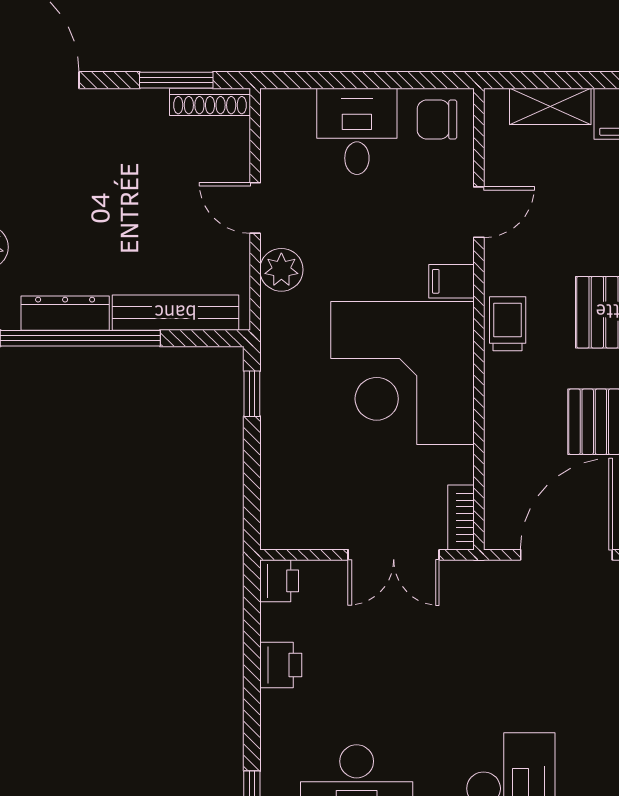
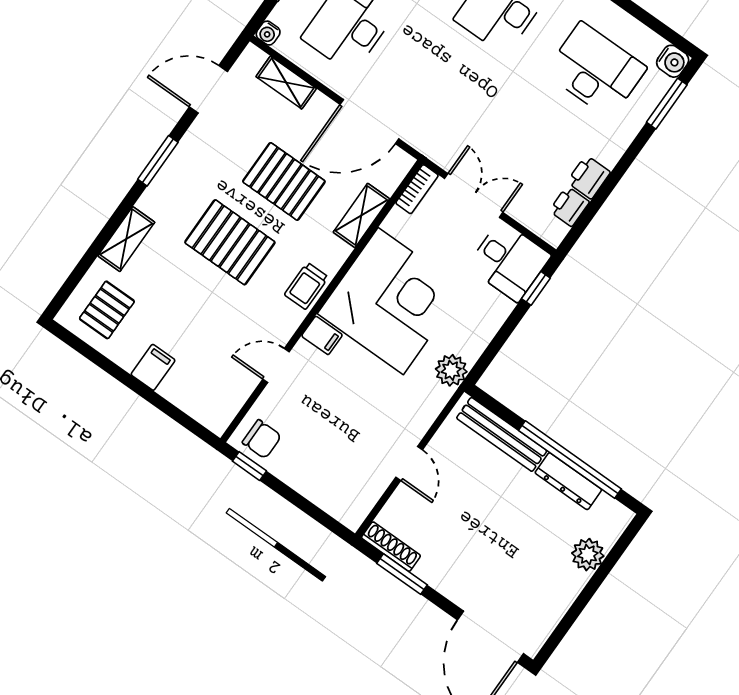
window: (430, 80) -> (249, 466), added
shelving: (550, 106) -> (361, 215), moved, turned 90
desk: (357, 131) -> (509, 261), moved, turned -90
plant: (281, 270) -> (451, 370), moved
window: (252, 394) -> (536, 288), moved
printer: (279, 581) -> (569, 206), moved

